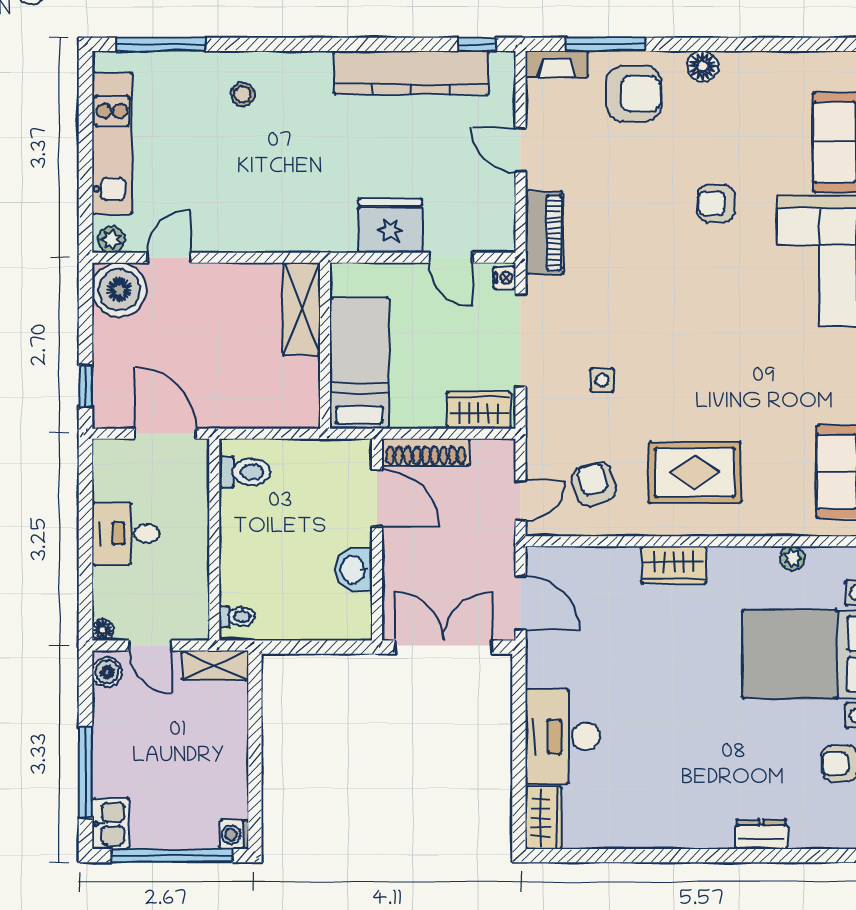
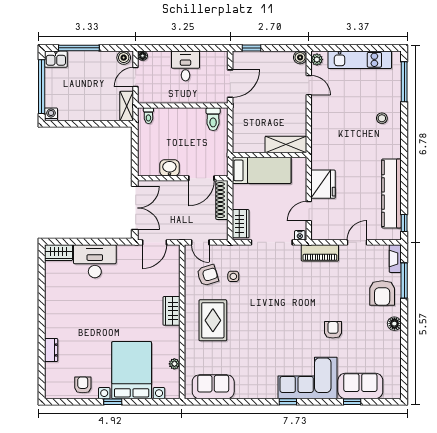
boiler: (119, 290) -> (300, 57), width x0.54, depth x0.54
side table: (602, 380) -> (233, 276), moved

